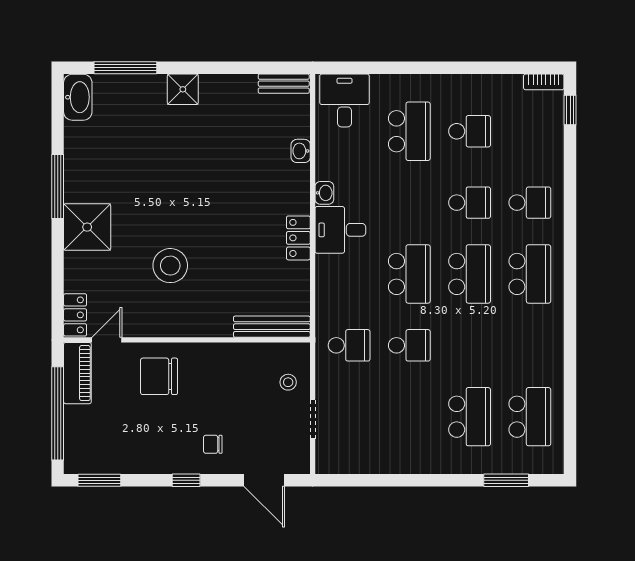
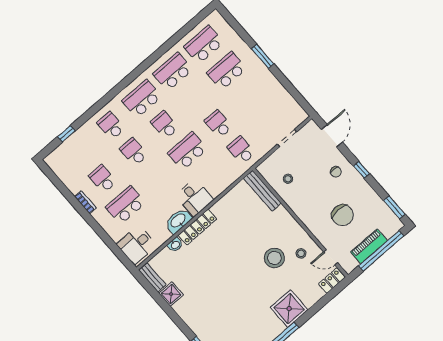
bookcase: (544, 82) -> (85, 202), moved
shower: (183, 89) -> (171, 294), moved
window: (570, 110) -> (66, 134), moved
washbasin: (324, 193) -> (178, 221), width x1.91, depth x1.45
locker: (298, 238) -> (197, 227), moved, width x1.53
school desk: (470, 274) -> (165, 125), width x0.54
stool: (146, 306) -> (301, 253), added
school desk: (530, 345) -> (173, 72), added
piano: (77, 373) -> (369, 246), moved
chair: (159, 376) -> (343, 215), moved
stool: (288, 382) -> (288, 179), moved
window: (506, 480) -> (263, 56), moved

